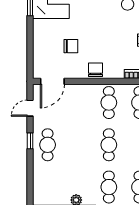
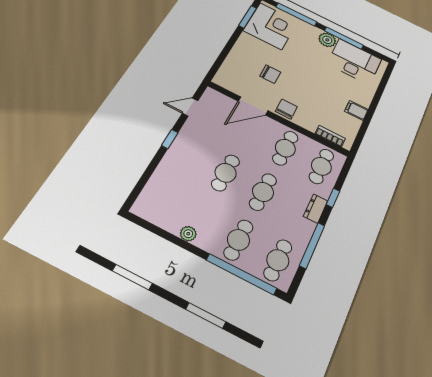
door: (52, 81) -> (253, 106), moved
cafe table: (48, 145) -> (226, 173), moved

